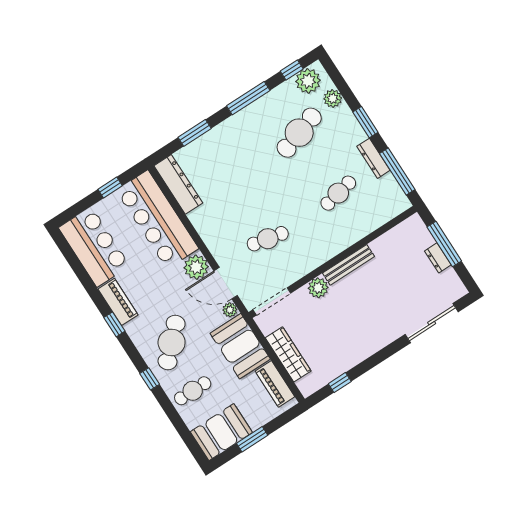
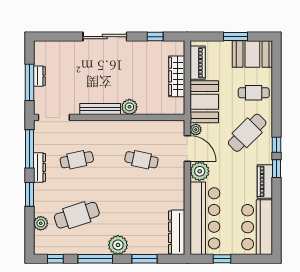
plant: (308, 81) -> (118, 245), moved
doorway: (272, 301) -> (54, 117), moved
sliding door: (432, 323) -> (105, 37), moved
window: (150, 379) -> (277, 145), moved

